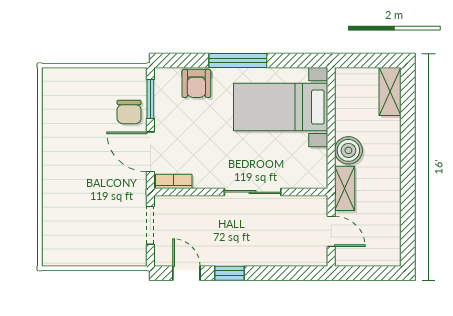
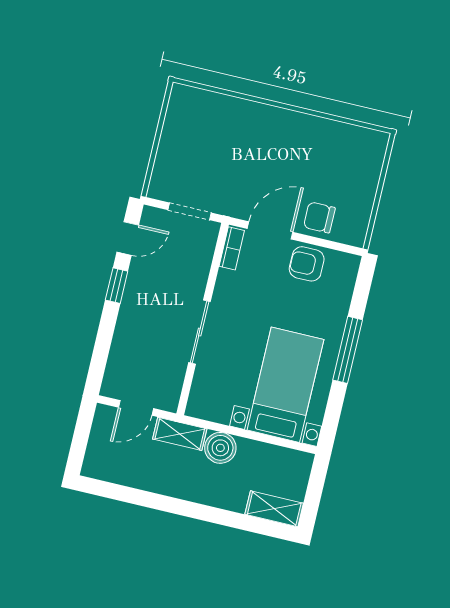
armchair: (196, 83) -> (307, 264), moved
window: (150, 99) -> (328, 244), removed

